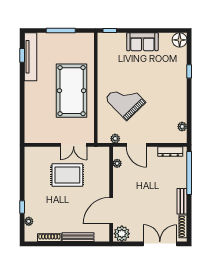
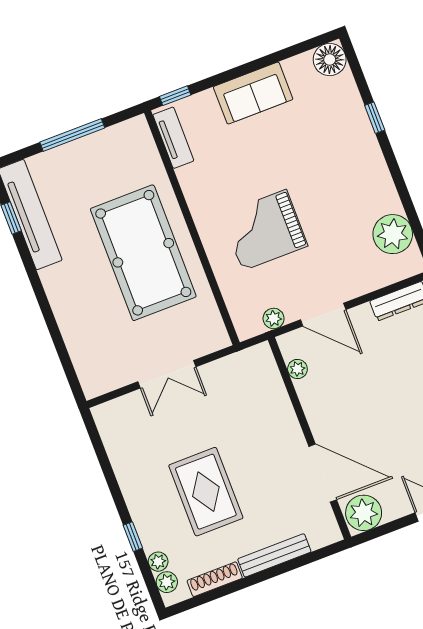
tv unit: (102, 48) -> (173, 138), added
grand piano: (125, 100) -> (264, 230), turned -46
plant: (182, 127) -> (393, 234), width x1.88, depth x1.88
double door: (74, 145) -> (167, 374), moved
rug: (67, 175) -> (206, 492), moved, turned 90
door: (111, 211) -> (323, 473), swing flipped
plant: (29, 231) -> (167, 582), added

